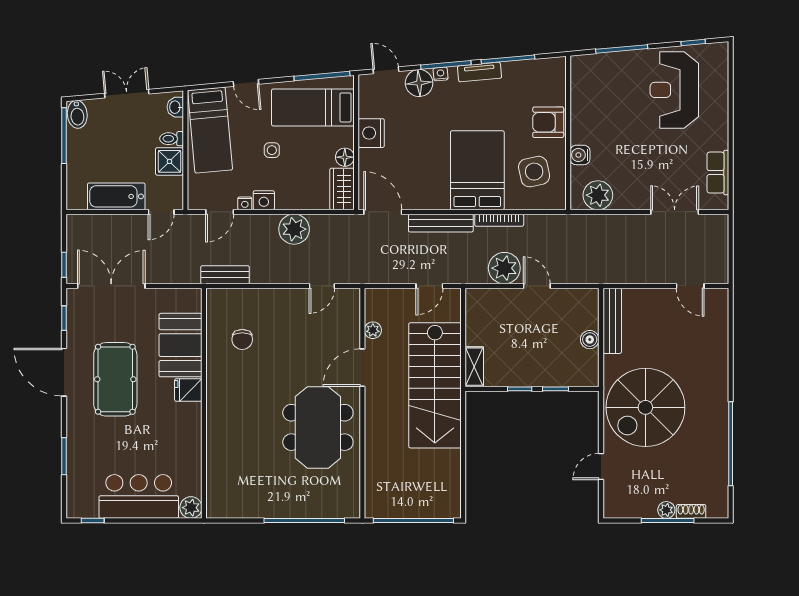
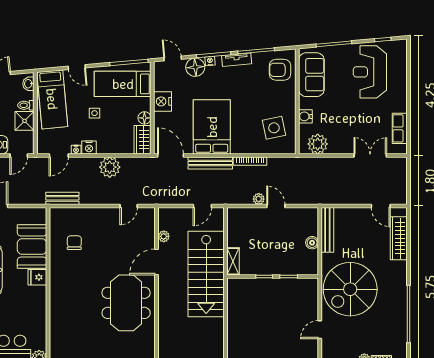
sofa: (589, 94) -> (311, 75), added
armchair: (548, 122) -> (280, 70), moved
bed: (477, 170) -> (212, 127), moved
plant: (504, 268) -> (259, 199), width x0.53, depth x0.53
wardrobe: (716, 333) -> (399, 238), added
chair: (242, 339) -> (74, 243), turned 180

